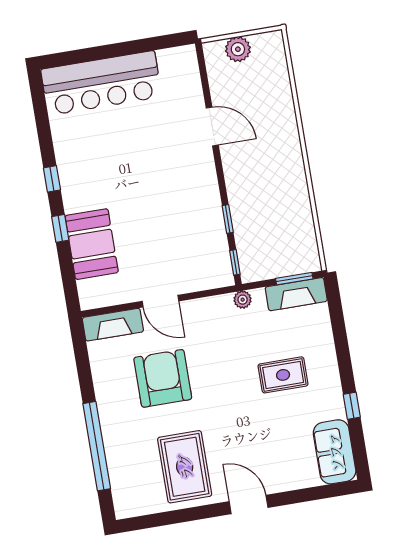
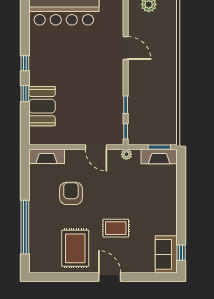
door: (160, 301) -> (96, 147), moved
rug: (283, 375) -> (116, 228), moved
armchair: (163, 378) -> (71, 193), width x0.73, depth x0.73
window: (352, 406) -> (181, 253), moved

